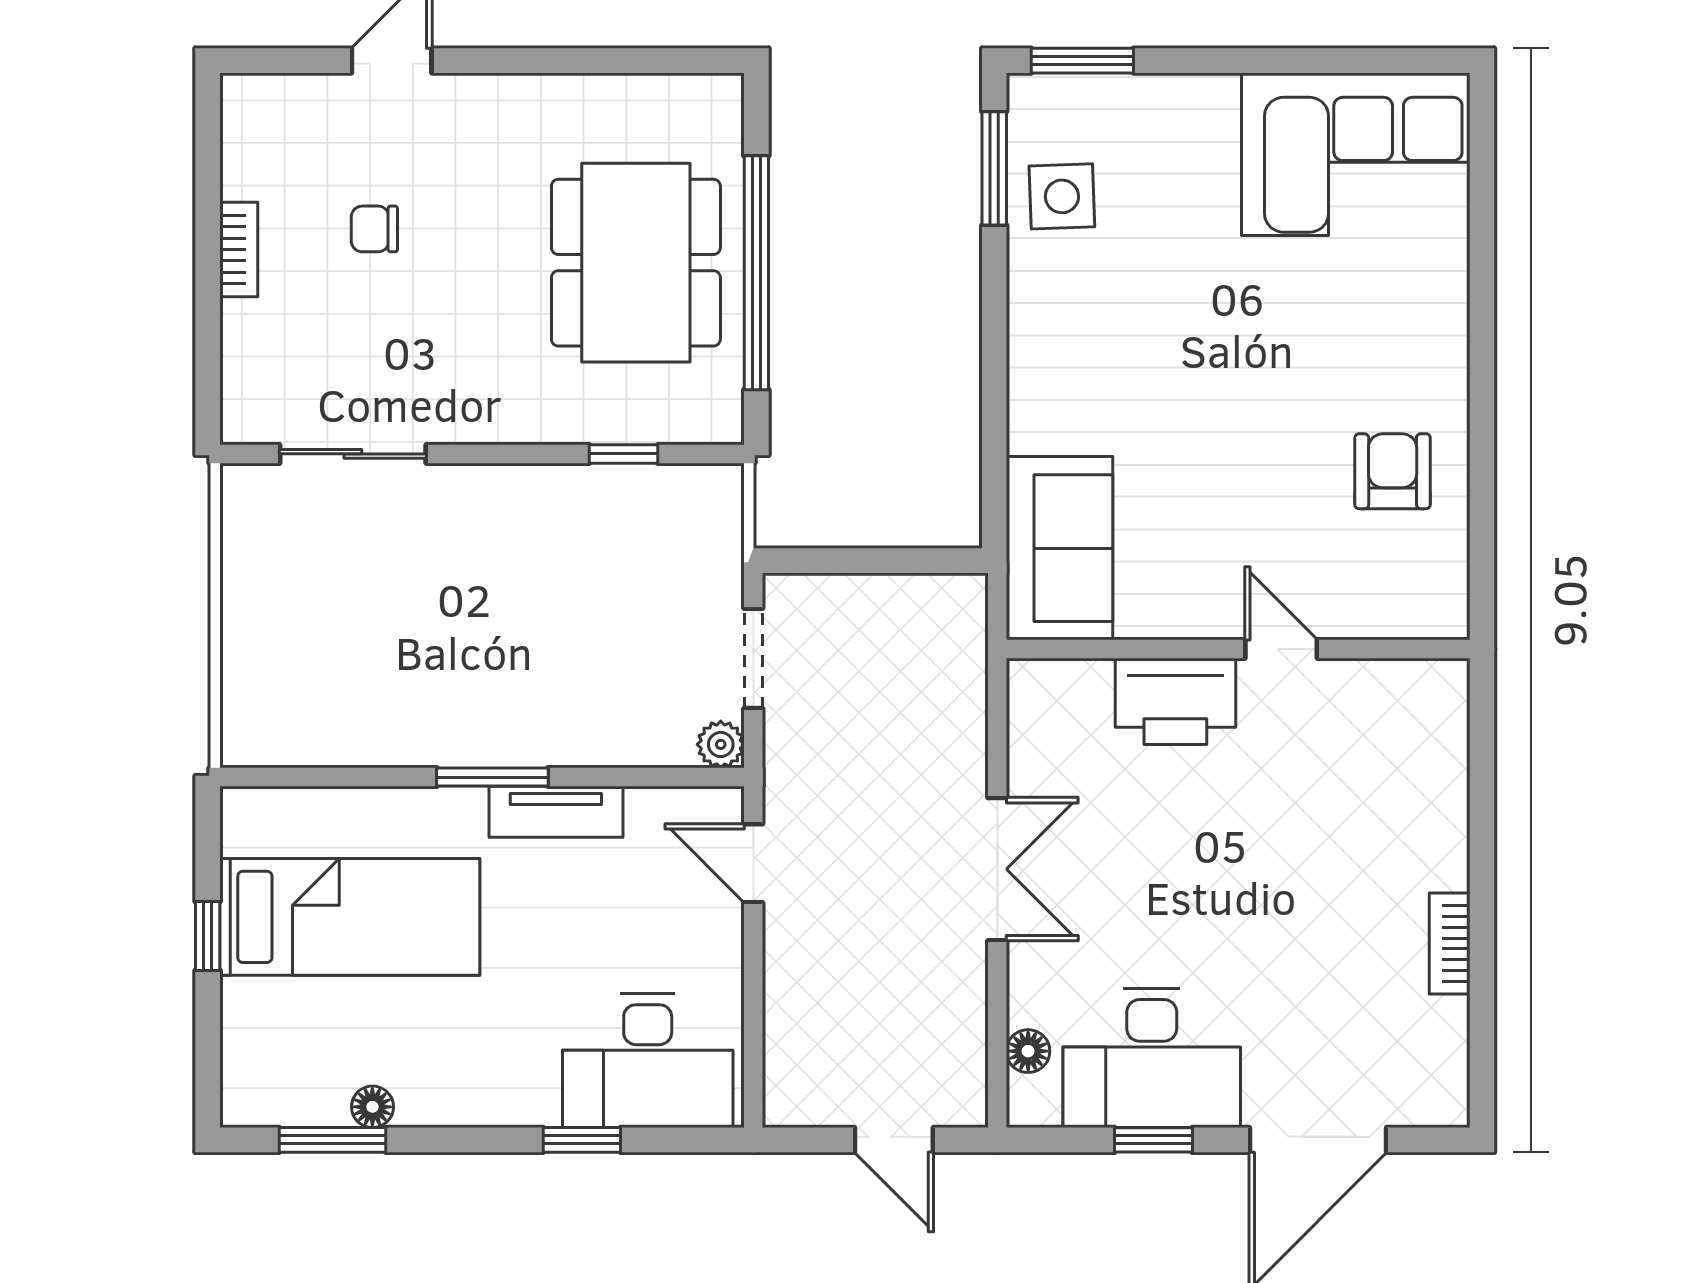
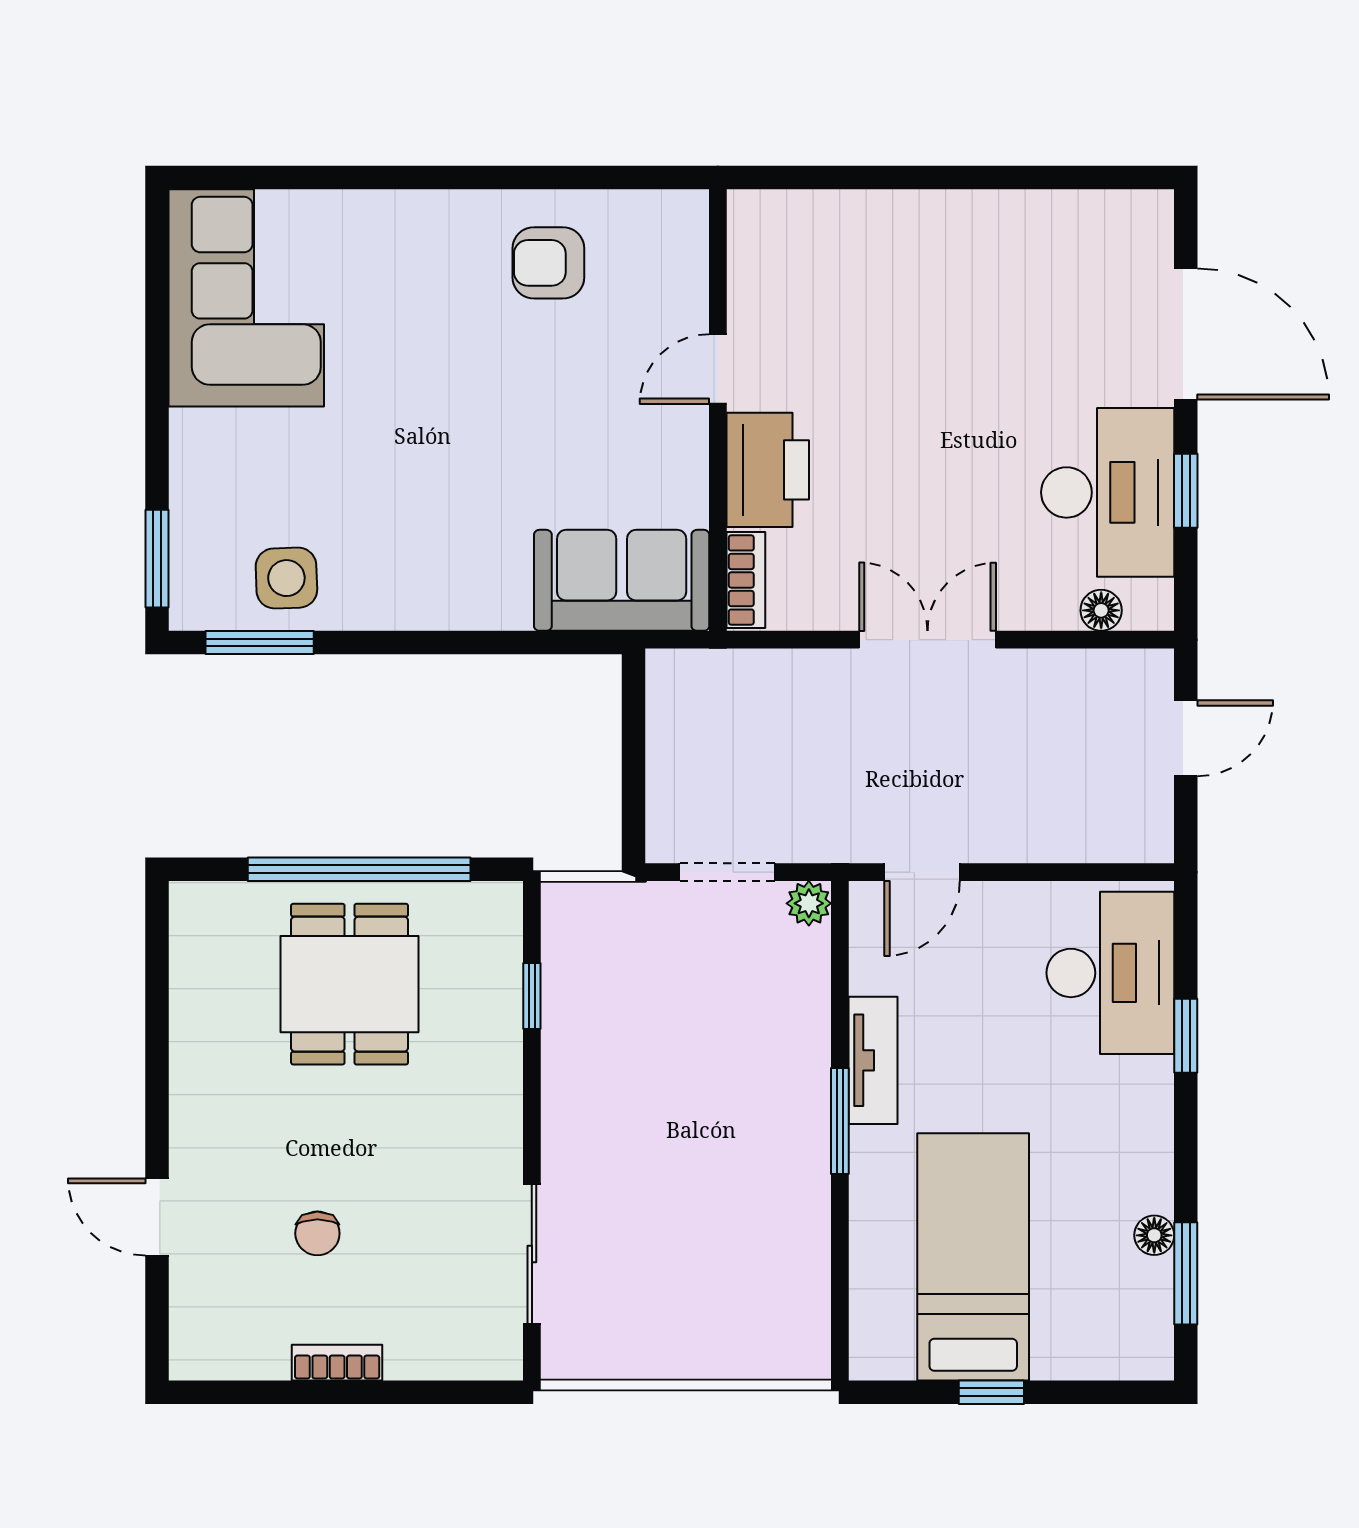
dining table: (636, 263) -> (350, 984), width x0.73
bookcase: (1450, 944) -> (746, 580), moved, turned -90

